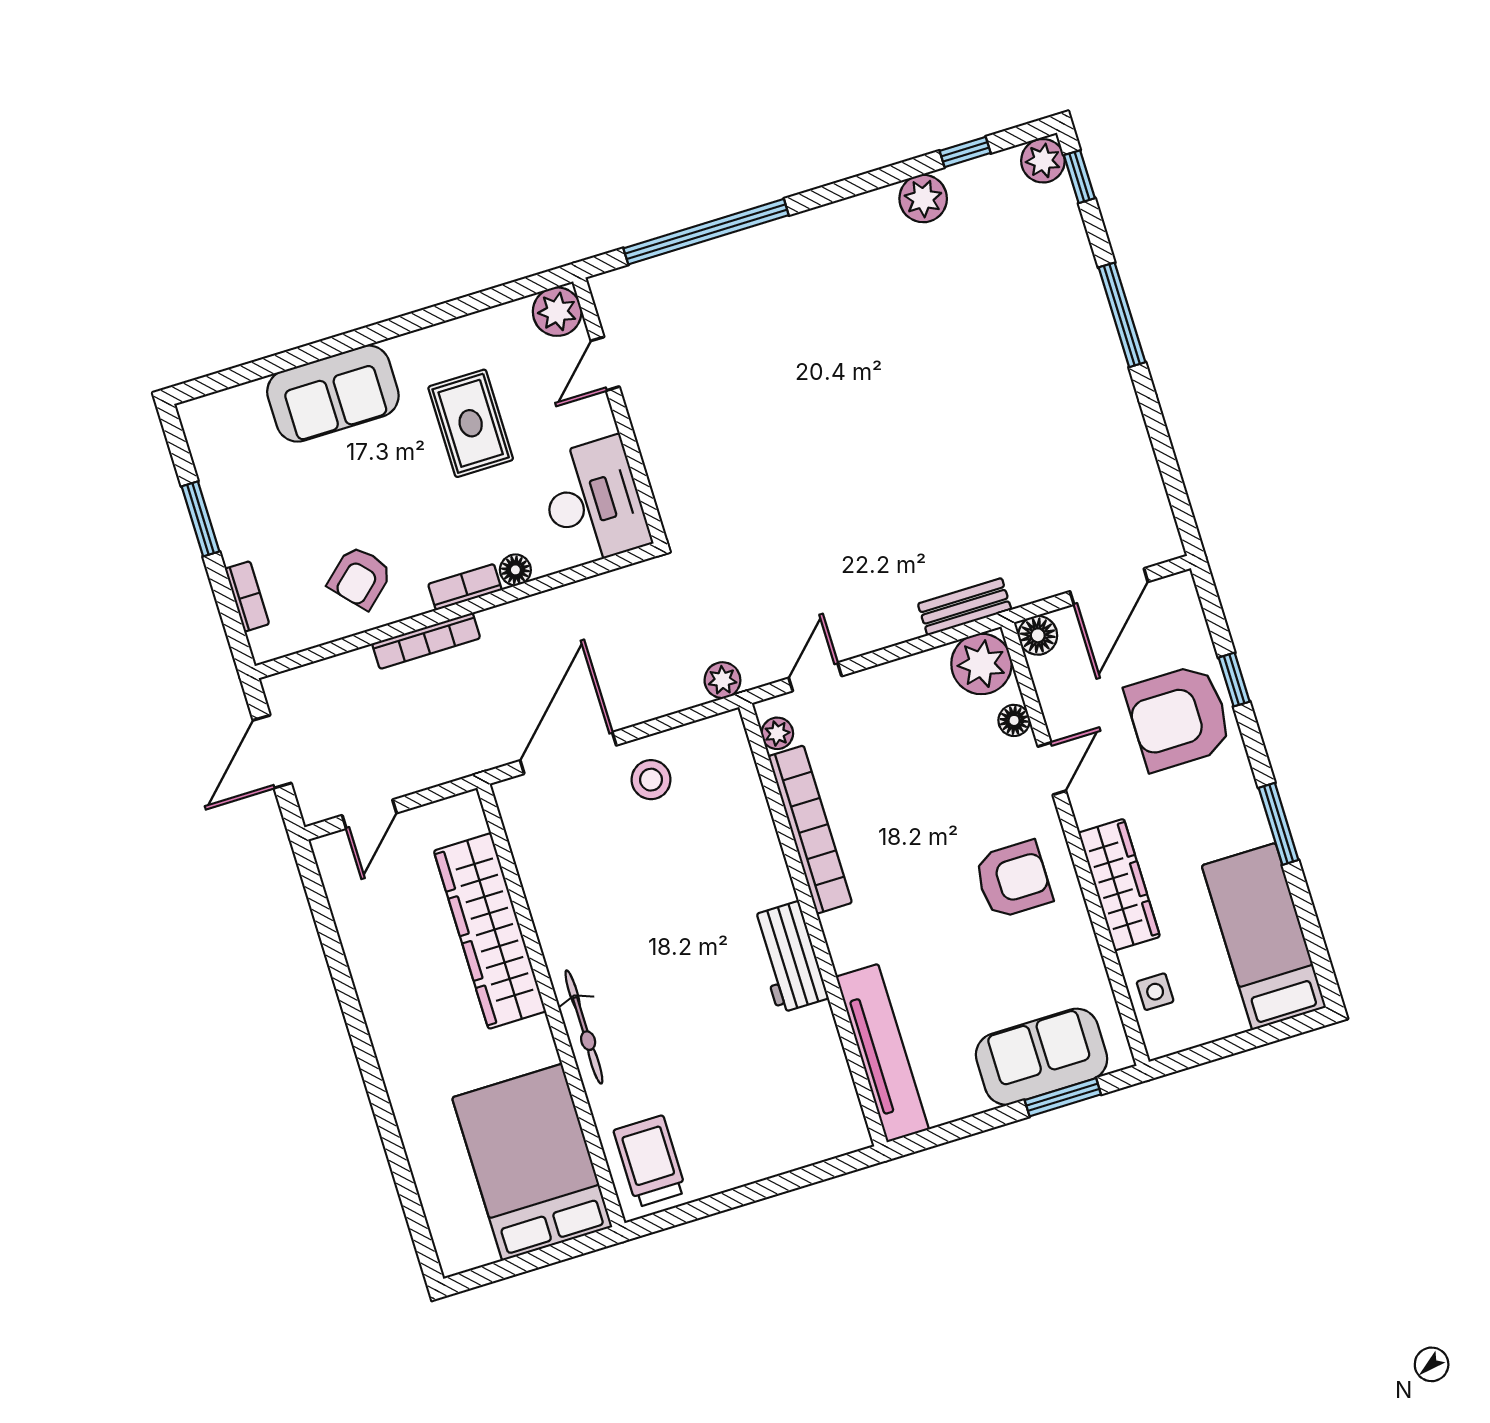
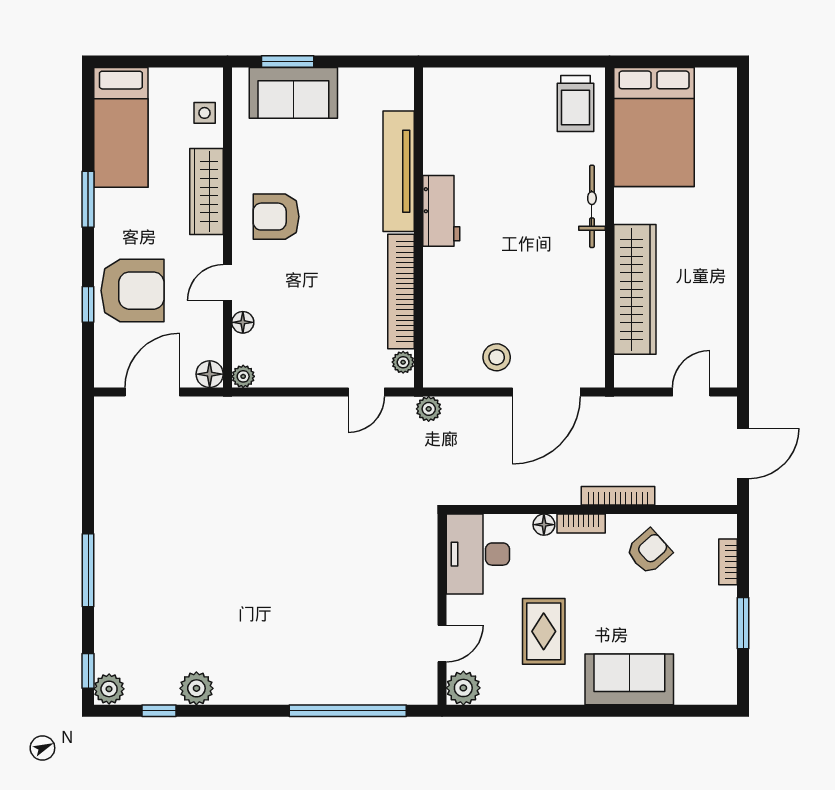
bench: (965, 607) -> (252, 408), removed
plant: (981, 664) -> (243, 376), width x0.53, depth x0.53
tv unit: (882, 1053) -> (399, 171), moved

